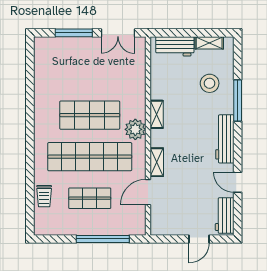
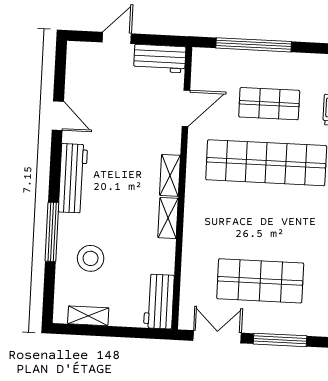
workbench: (175, 46) -> (159, 301), moved, turned -90
shop shelf: (90, 115) -> (260, 281), moved
plant: (135, 129) -> (199, 198), removed
shelving: (157, 162) -> (170, 175), moved
workbench: (225, 216) -> (160, 59), moved, turned 90

